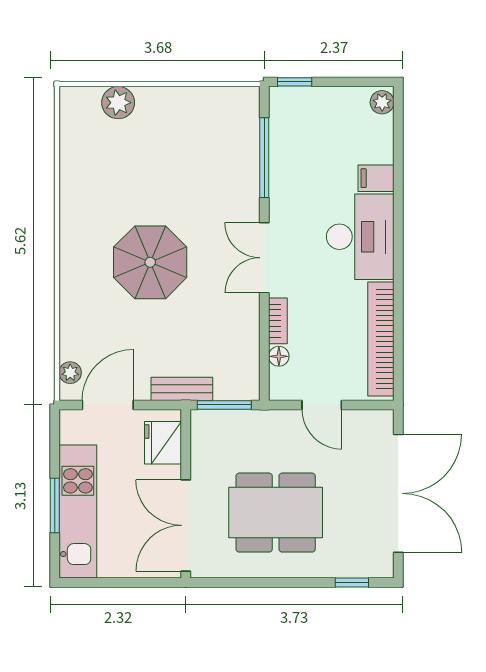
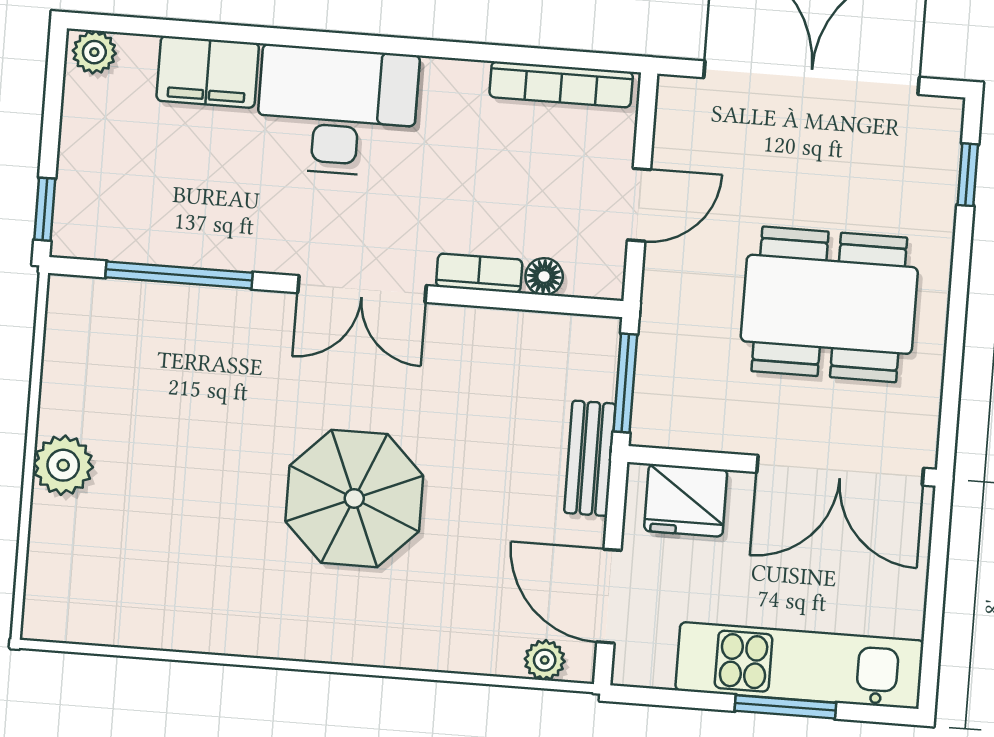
plant: (118, 103) -> (63, 465), moved
filing cabinet: (376, 178) -> (208, 72), width x2.00
bookcase: (381, 339) -> (561, 84), width x0.68, depth x0.76
dining table: (276, 513) -> (829, 304), turned 90

